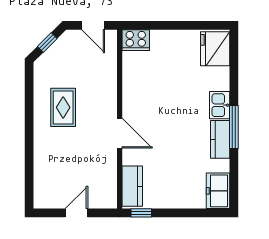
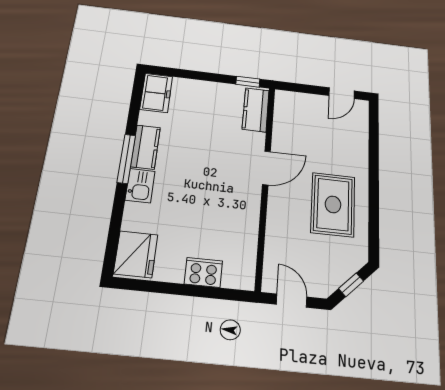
cooker: (136, 40) -> (203, 272), moved
rug: (63, 107) -> (333, 204), width x1.36, depth x1.43
door: (120, 133) -> (266, 168), swing flipped
door: (76, 213) -> (342, 93), moved

